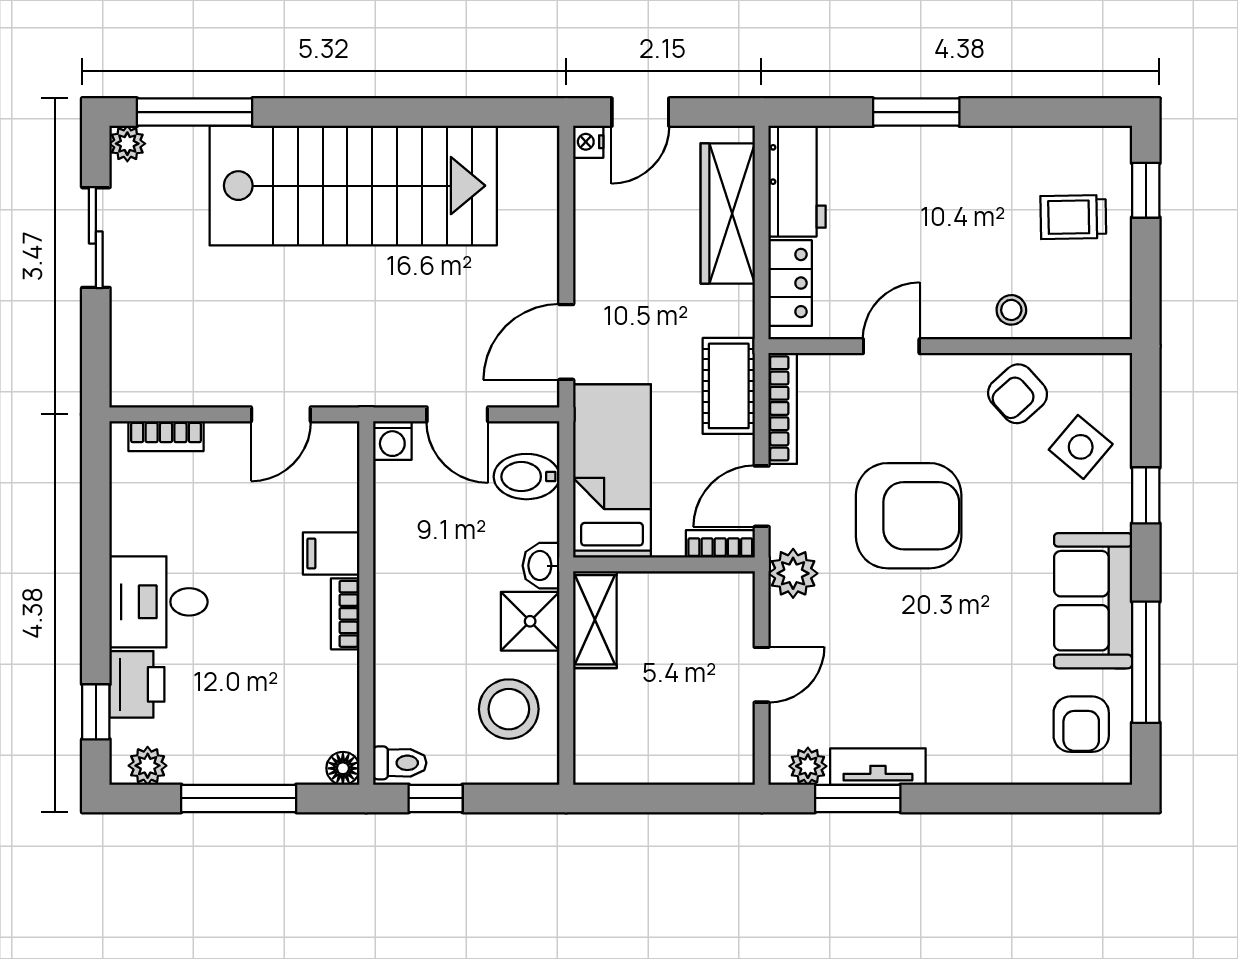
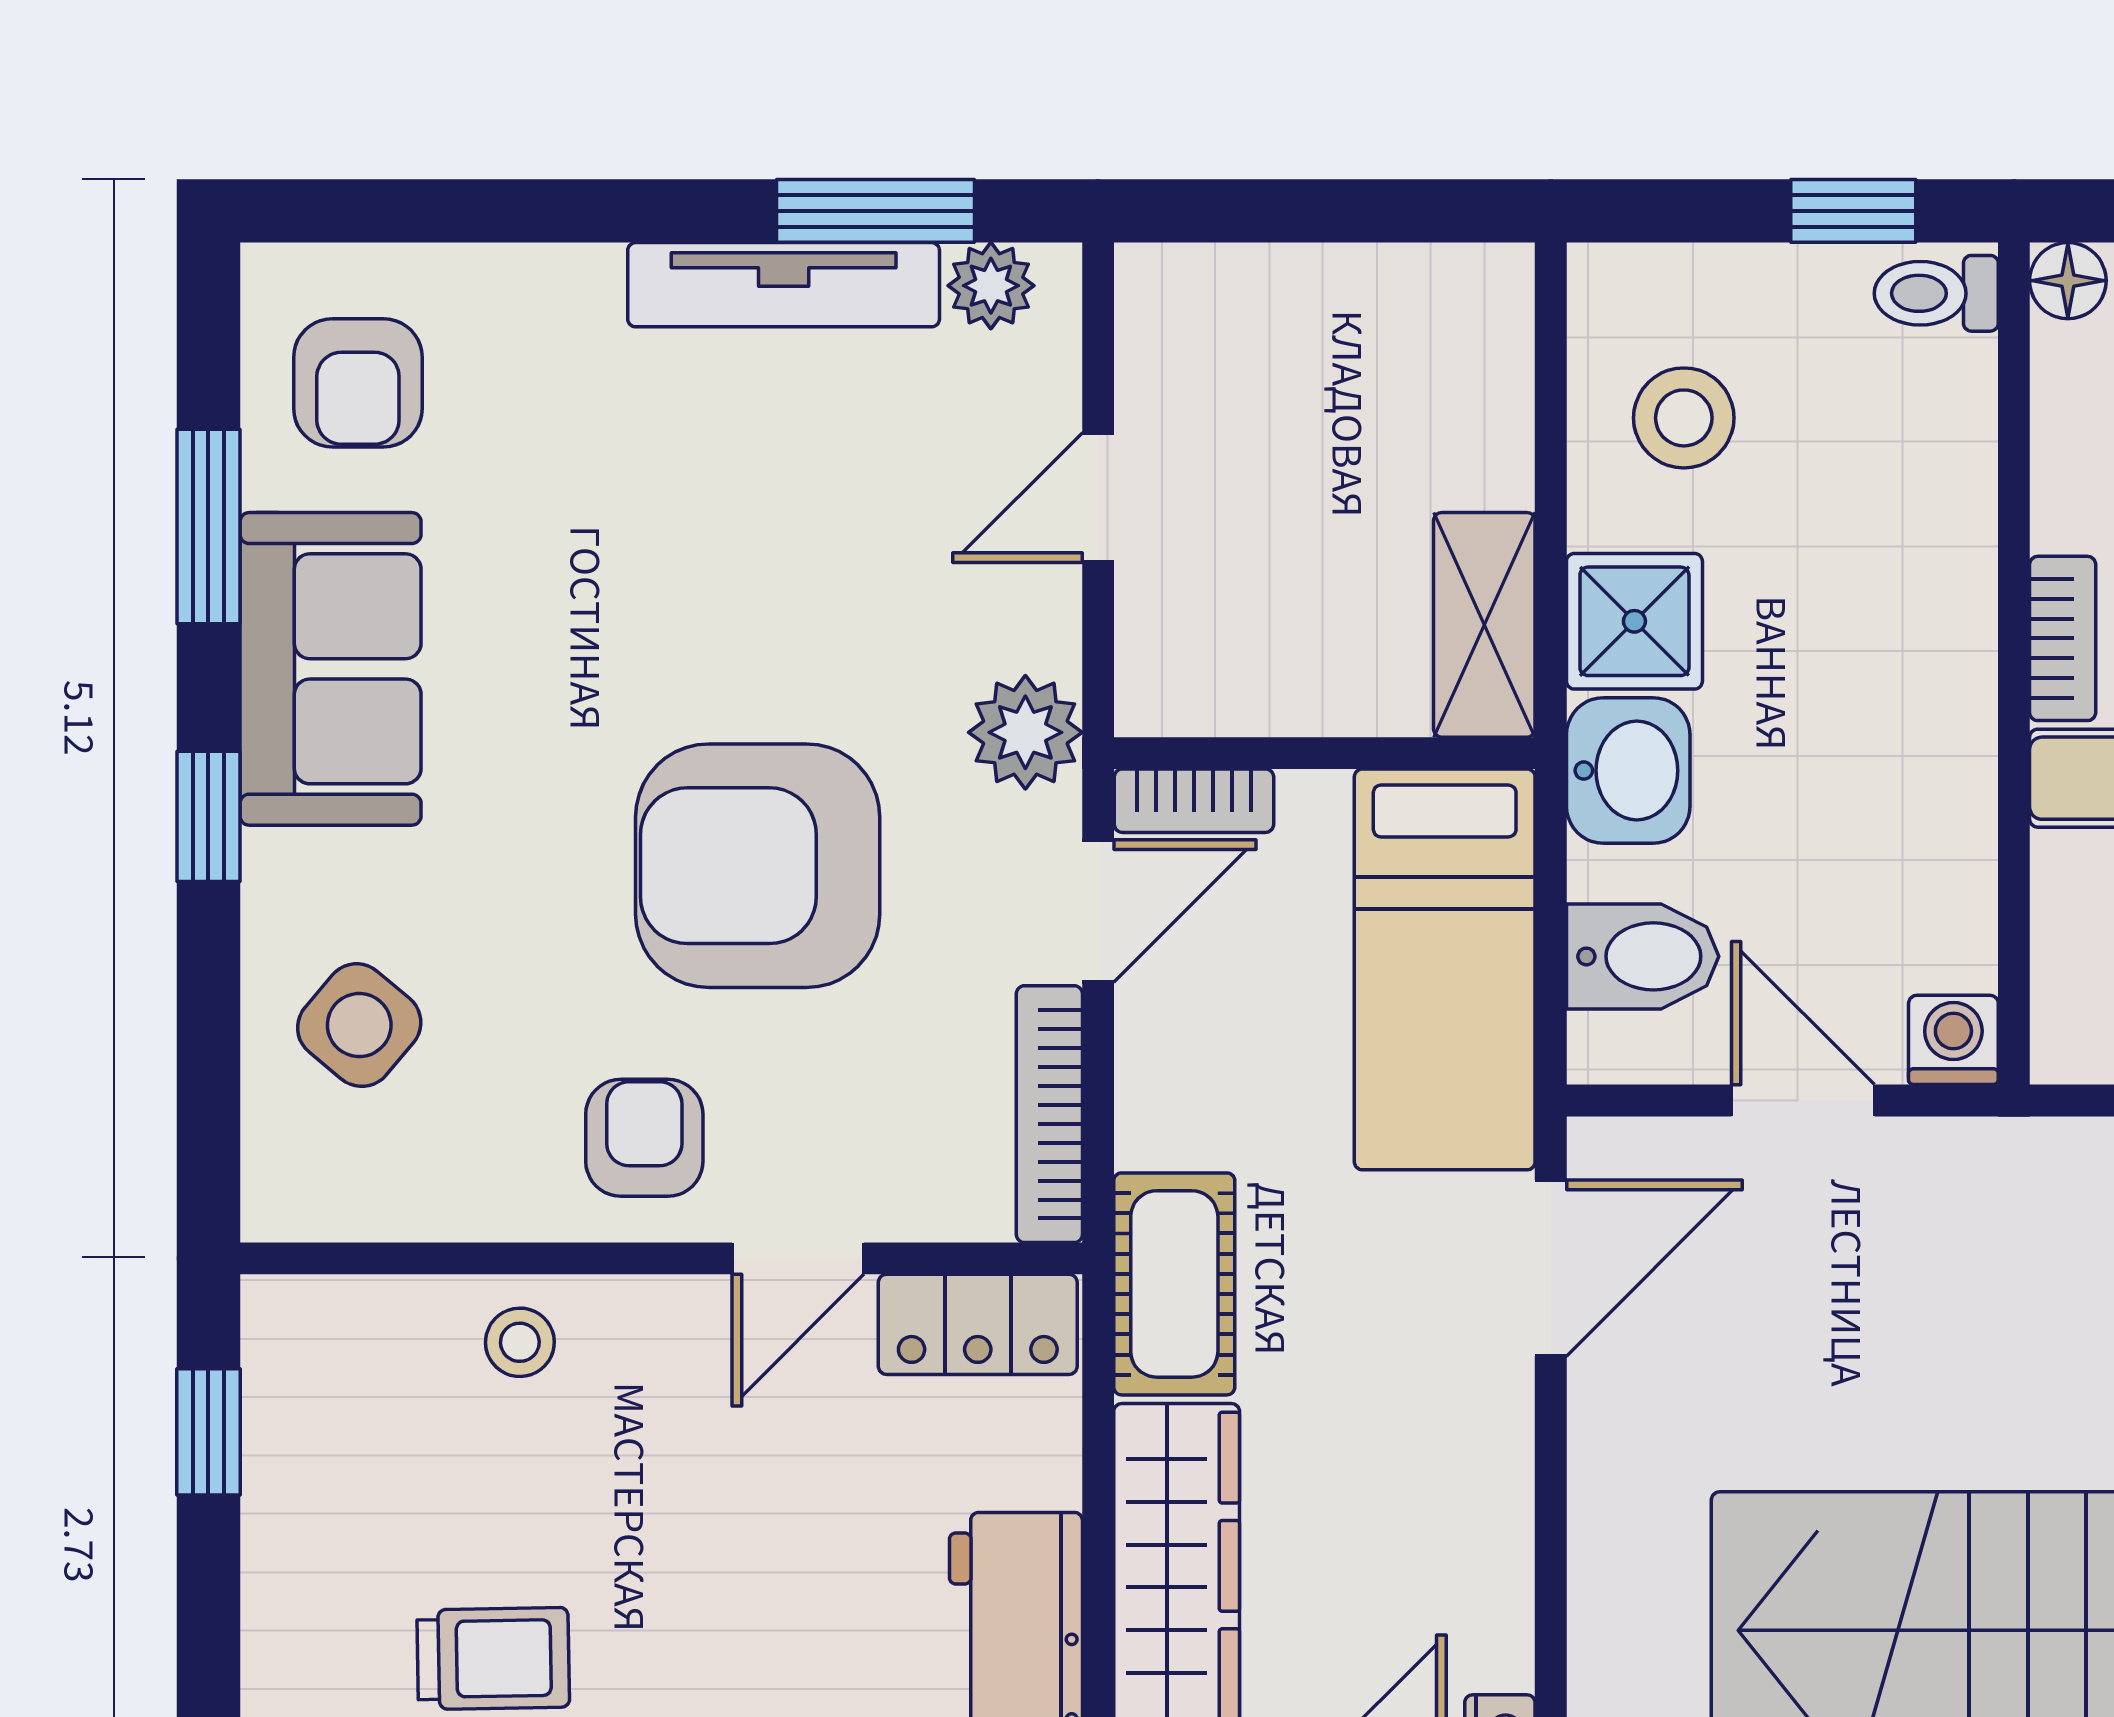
window: (1146, 190) -> (208, 1432), moved
trolley: (1073, 217) -> (493, 1659), moved
locker: (790, 283) -> (978, 1324), moved, turned -90
cot: (729, 386) -> (1174, 1284), moved
armchair: (1018, 394) -> (644, 1138), moved, turned -48
window: (1146, 495) -> (208, 816), moved
washbasin: (541, 566) -> (1628, 771), width x1.38, depth x1.45
window: (1146, 662) -> (208, 527), width x0.69
stool: (509, 709) -> (1684, 418), width x0.73, depth x0.73
armchair: (1081, 724) -> (358, 383), turned 180
tv unit: (878, 767) -> (784, 285), width x1.41

